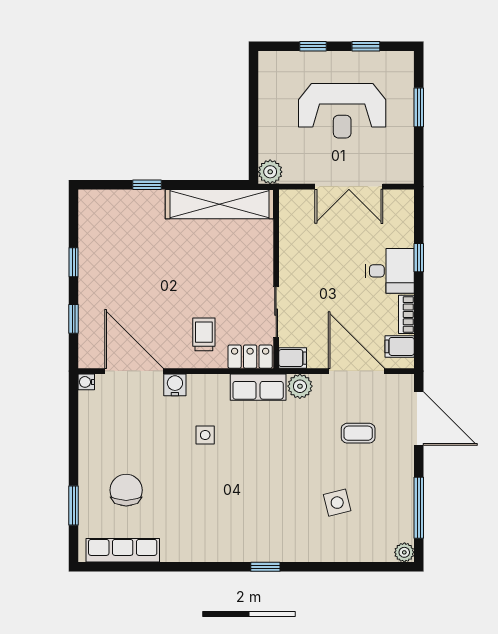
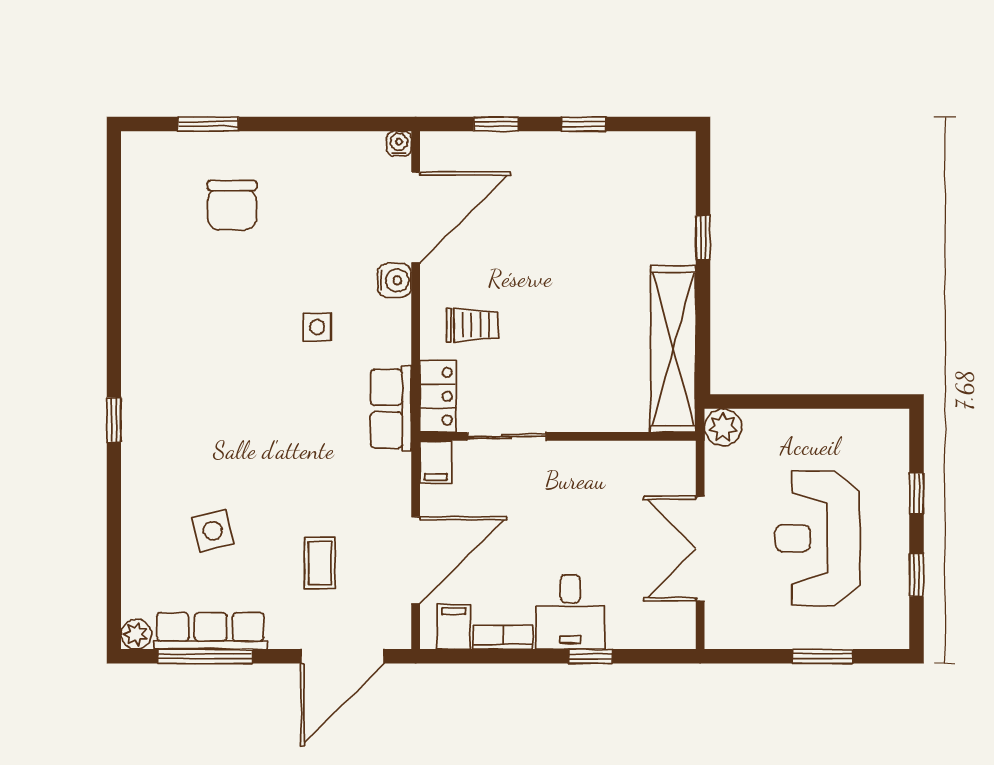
plant: (300, 386) -> (392, 473), removed
chair: (126, 490) -> (232, 205), turned 90
row of seats: (123, 550) -> (211, 631), moved, turned -90

